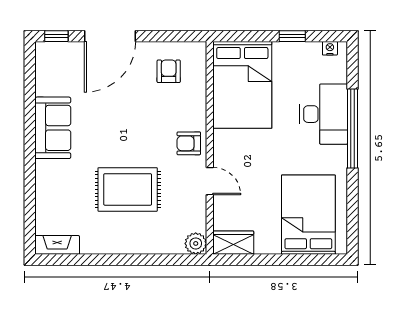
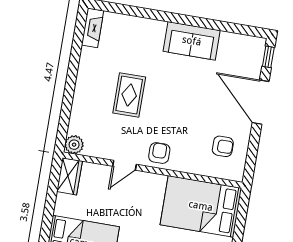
rug: (128, 189) -> (129, 95), width x0.73, depth x0.70

